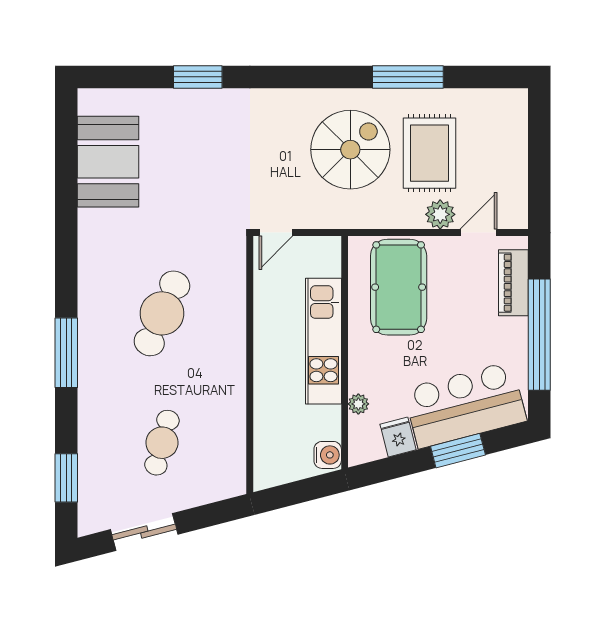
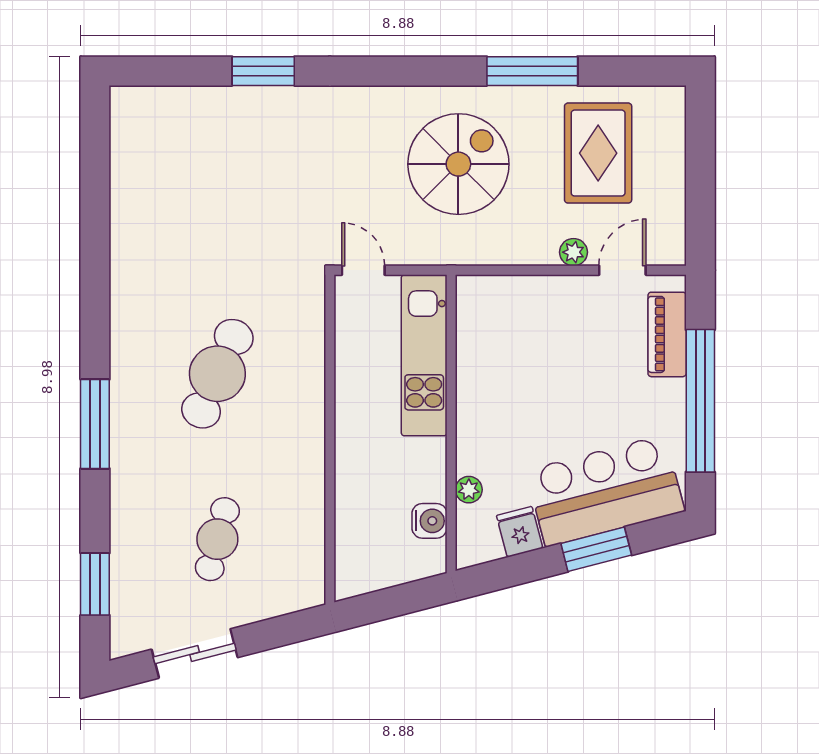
rug: (430, 153) -> (598, 153), moved
booth: (108, 162) -> (148, 179), removed
plant: (440, 214) -> (573, 252), width x0.73, depth x0.73
door: (276, 233) -> (363, 270), swing flipped
pool table: (399, 287) -> (520, 340), removed
kitchen unit: (324, 341) -> (424, 355), moved
water cooler: (328, 455) -> (429, 521), moved

